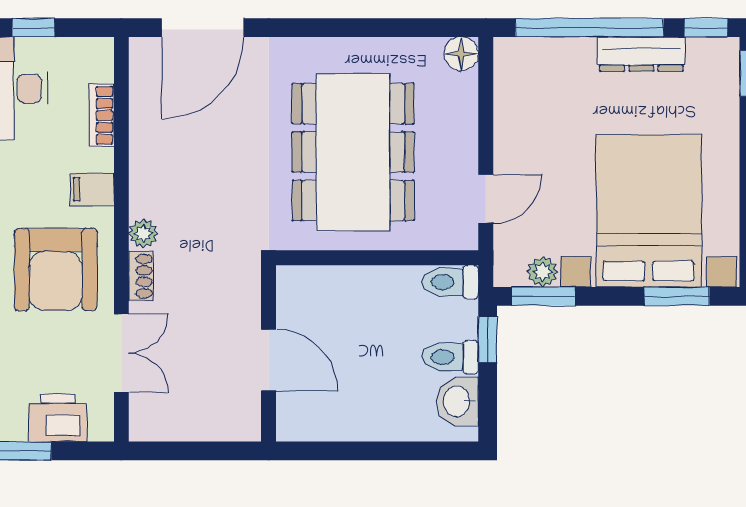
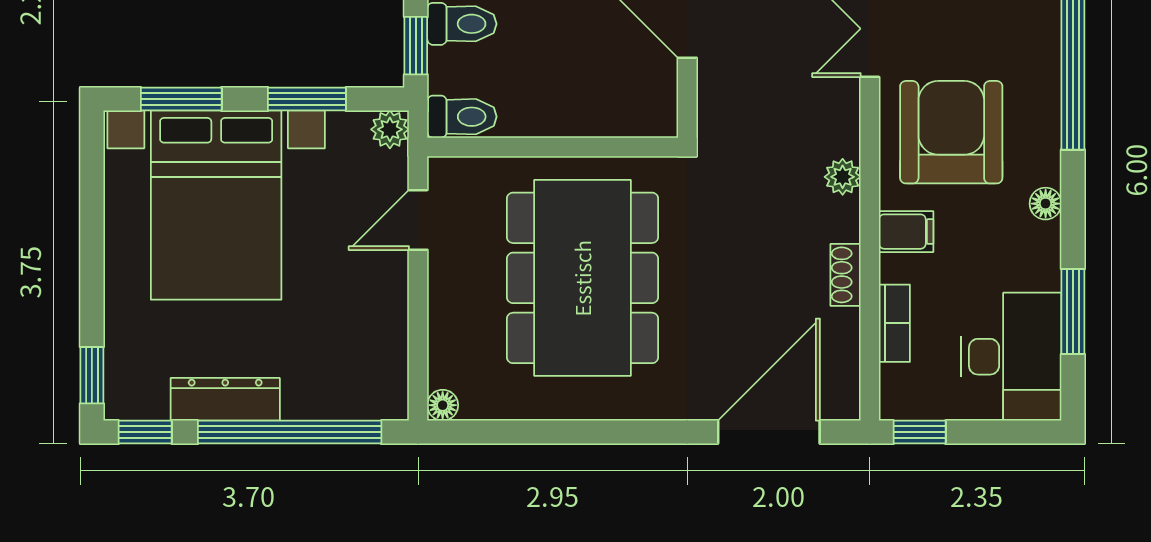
window: (34, 28) -> (920, 432), moved
floor lamp: (461, 54) -> (443, 405), width x0.73, depth x0.73
plant: (543, 272) -> (390, 129), moved
shoe rack: (141, 276) -> (846, 275), moved
window: (543, 296) -> (307, 99), moved

